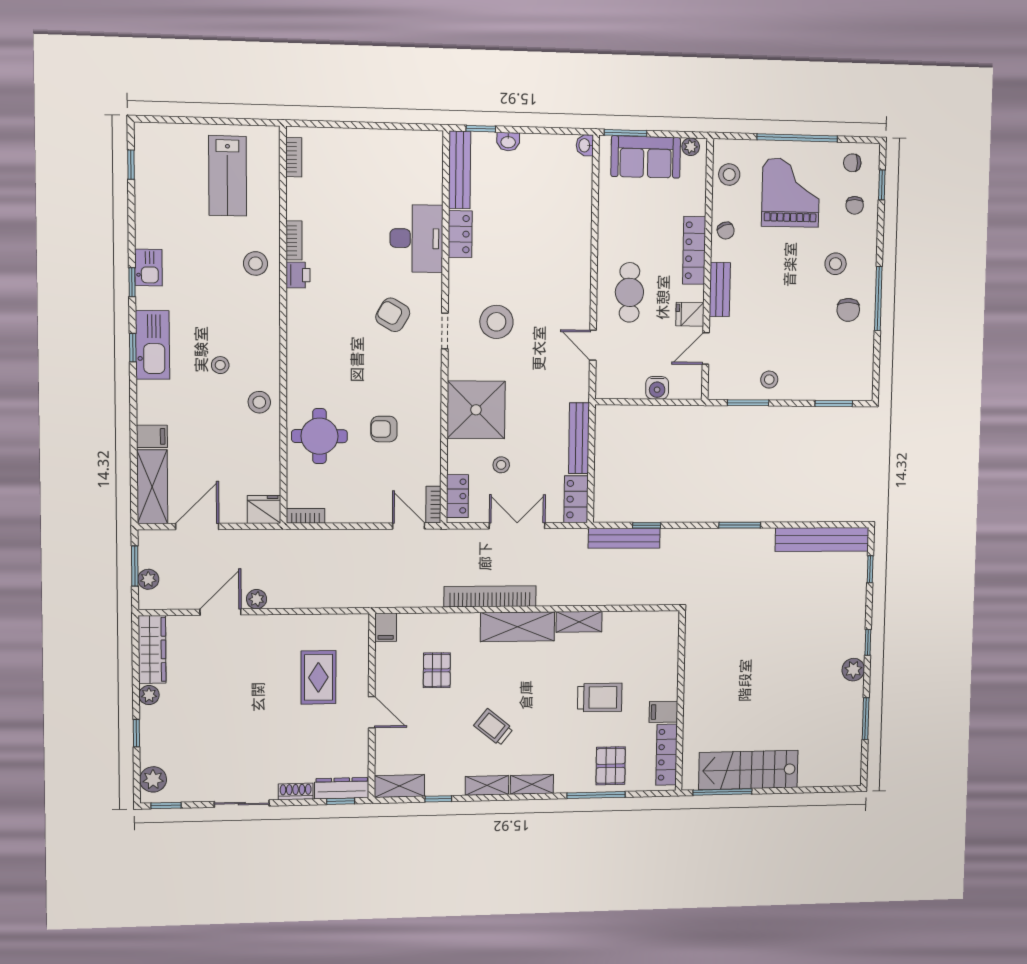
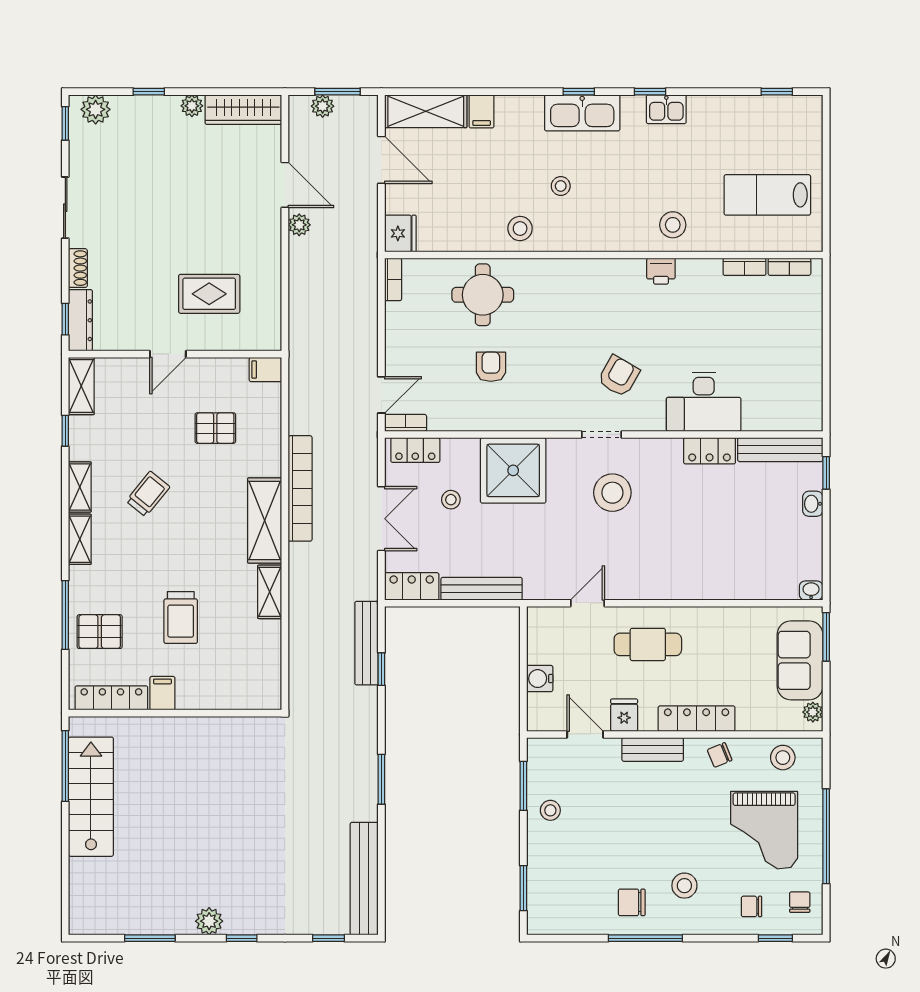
grand piano: (791, 193) -> (764, 830), turned 90
bookcase: (294, 240) -> (744, 267), moved

